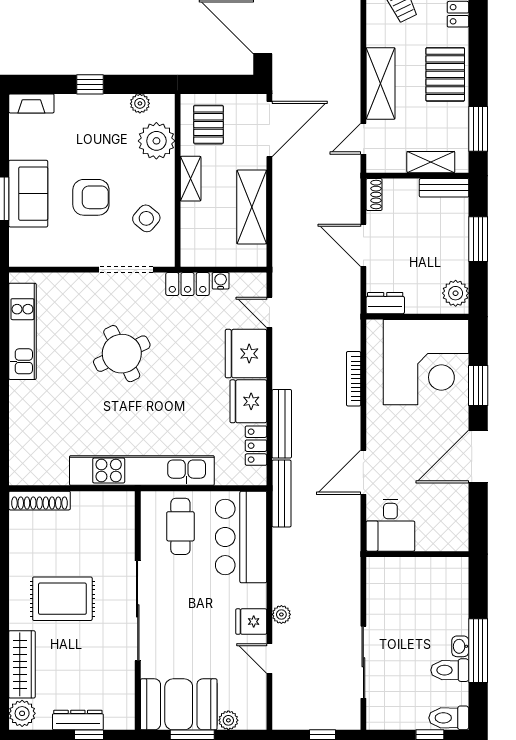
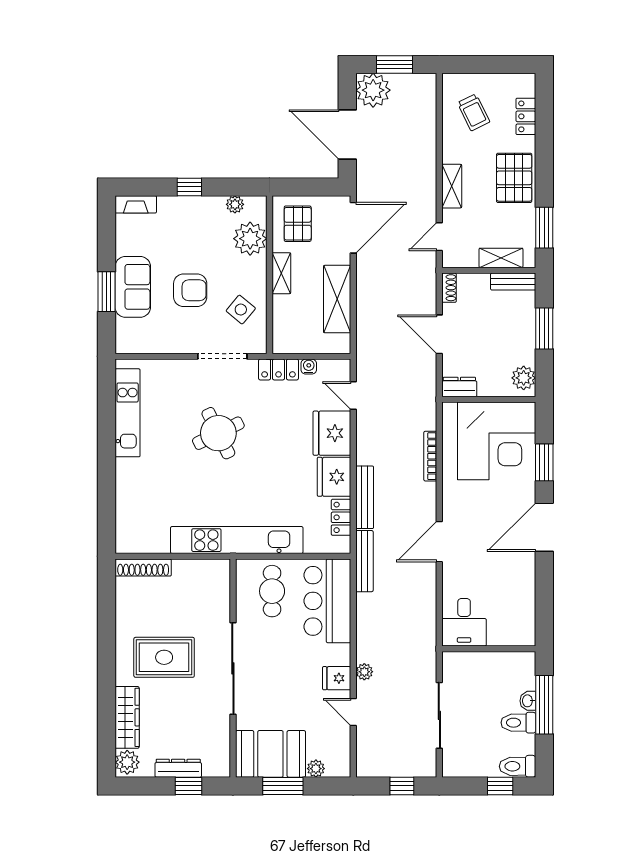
shelving: (381, 83) -> (452, 186), width x0.67, depth x0.75
desk: (390, 525) -> (464, 622), moved
wall: (417, 554) -> (489, 649), moved

